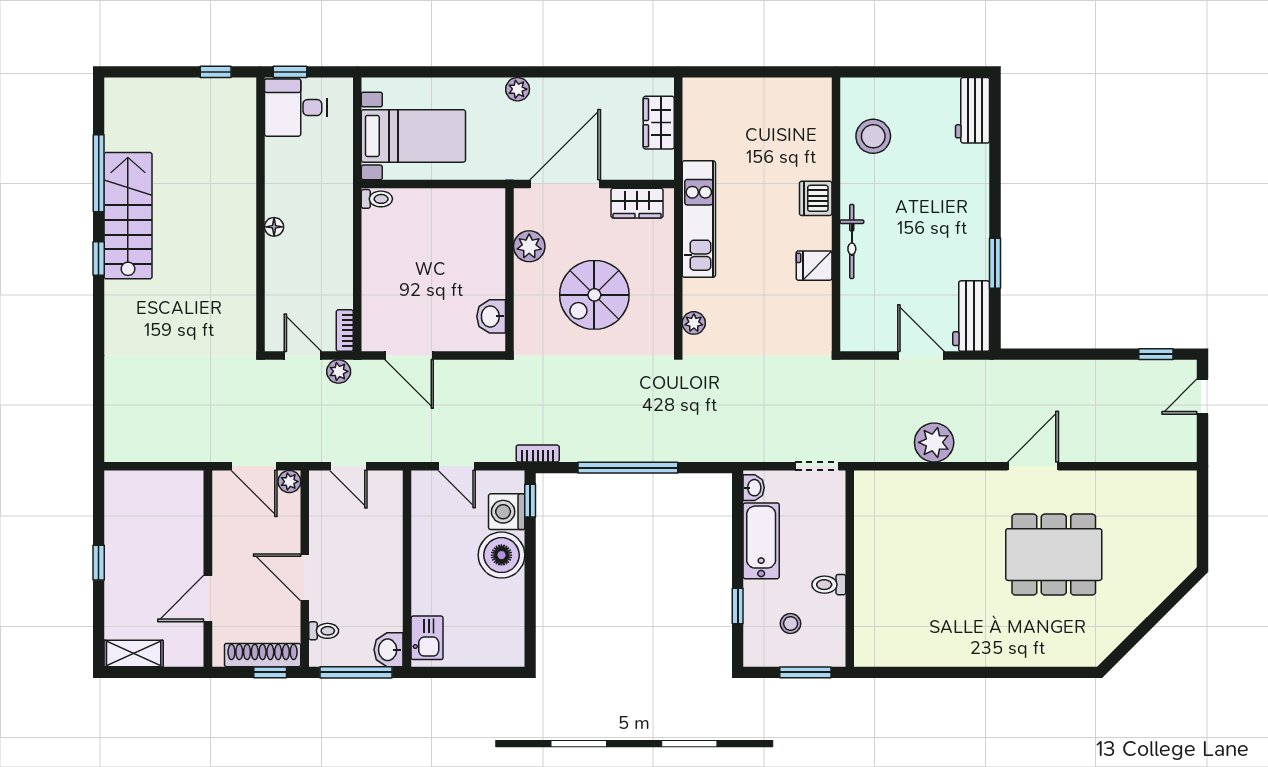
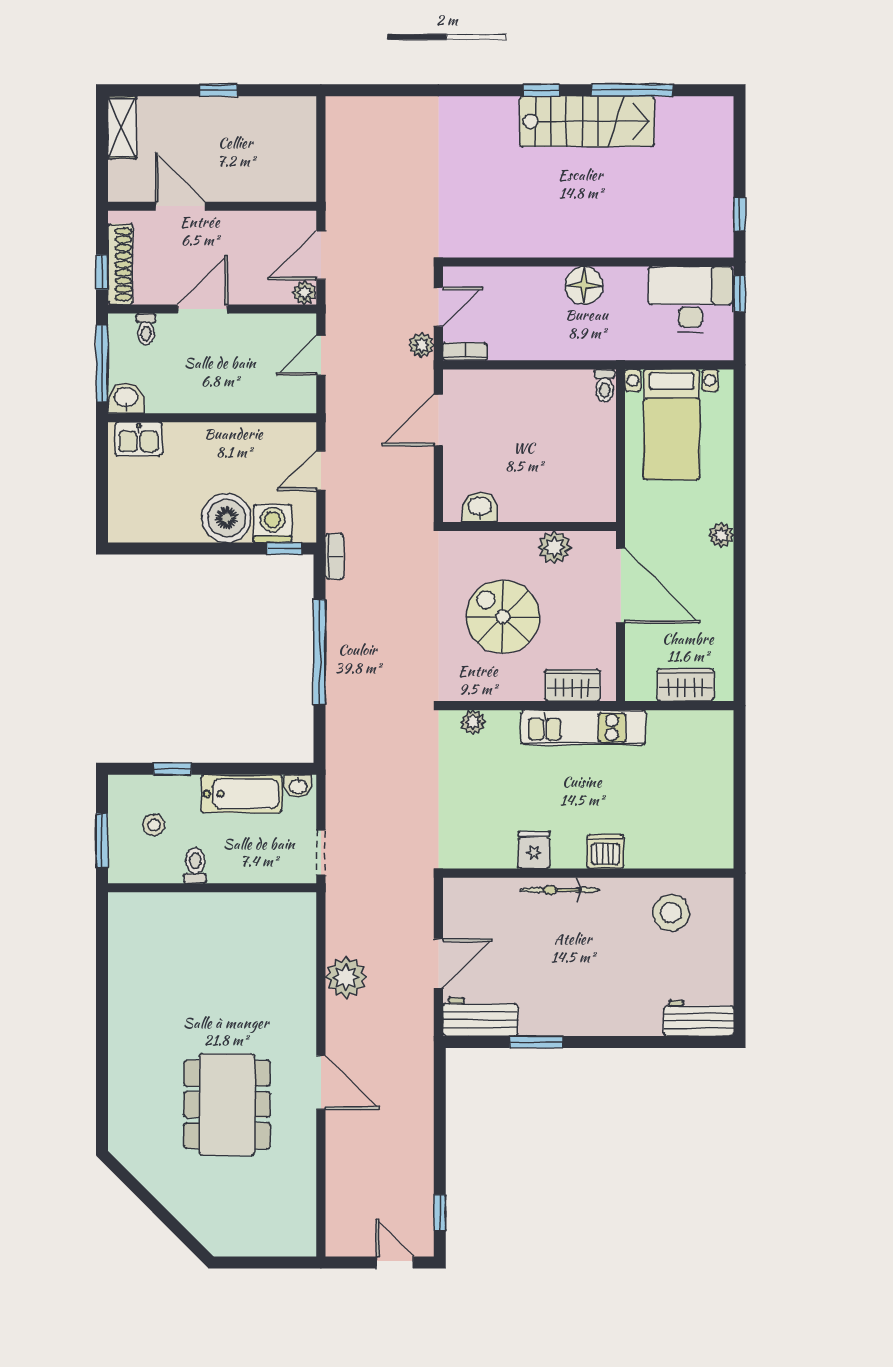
desk: (296, 108) -> (690, 299), width x1.37
wardrobe: (637, 203) -> (572, 685), moved, turned 90
floor lamp: (274, 227) -> (584, 285), width x1.89, depth x1.89

